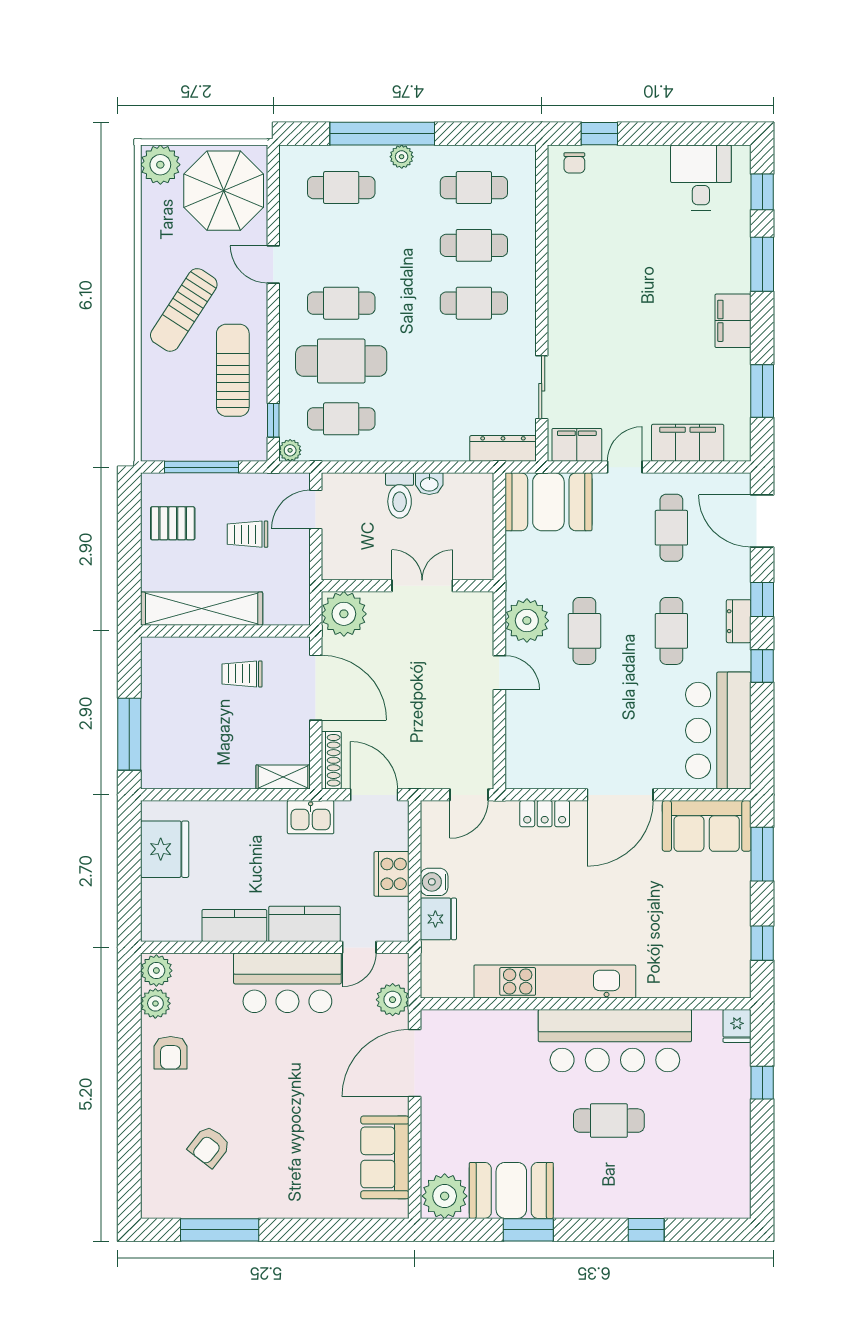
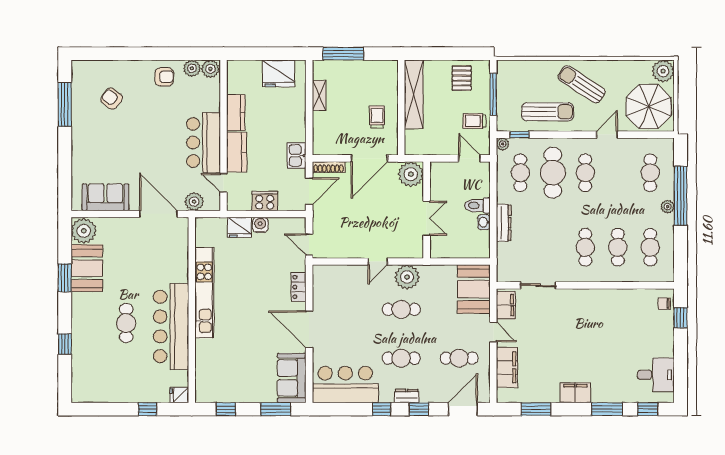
dresser: (503, 448) -> (504, 223), moved
trolley: (247, 534) -> (474, 121), moved, turned -90
shelving: (283, 777) -> (319, 95), moved
armchair: (171, 1053) -> (164, 77), turned 180

